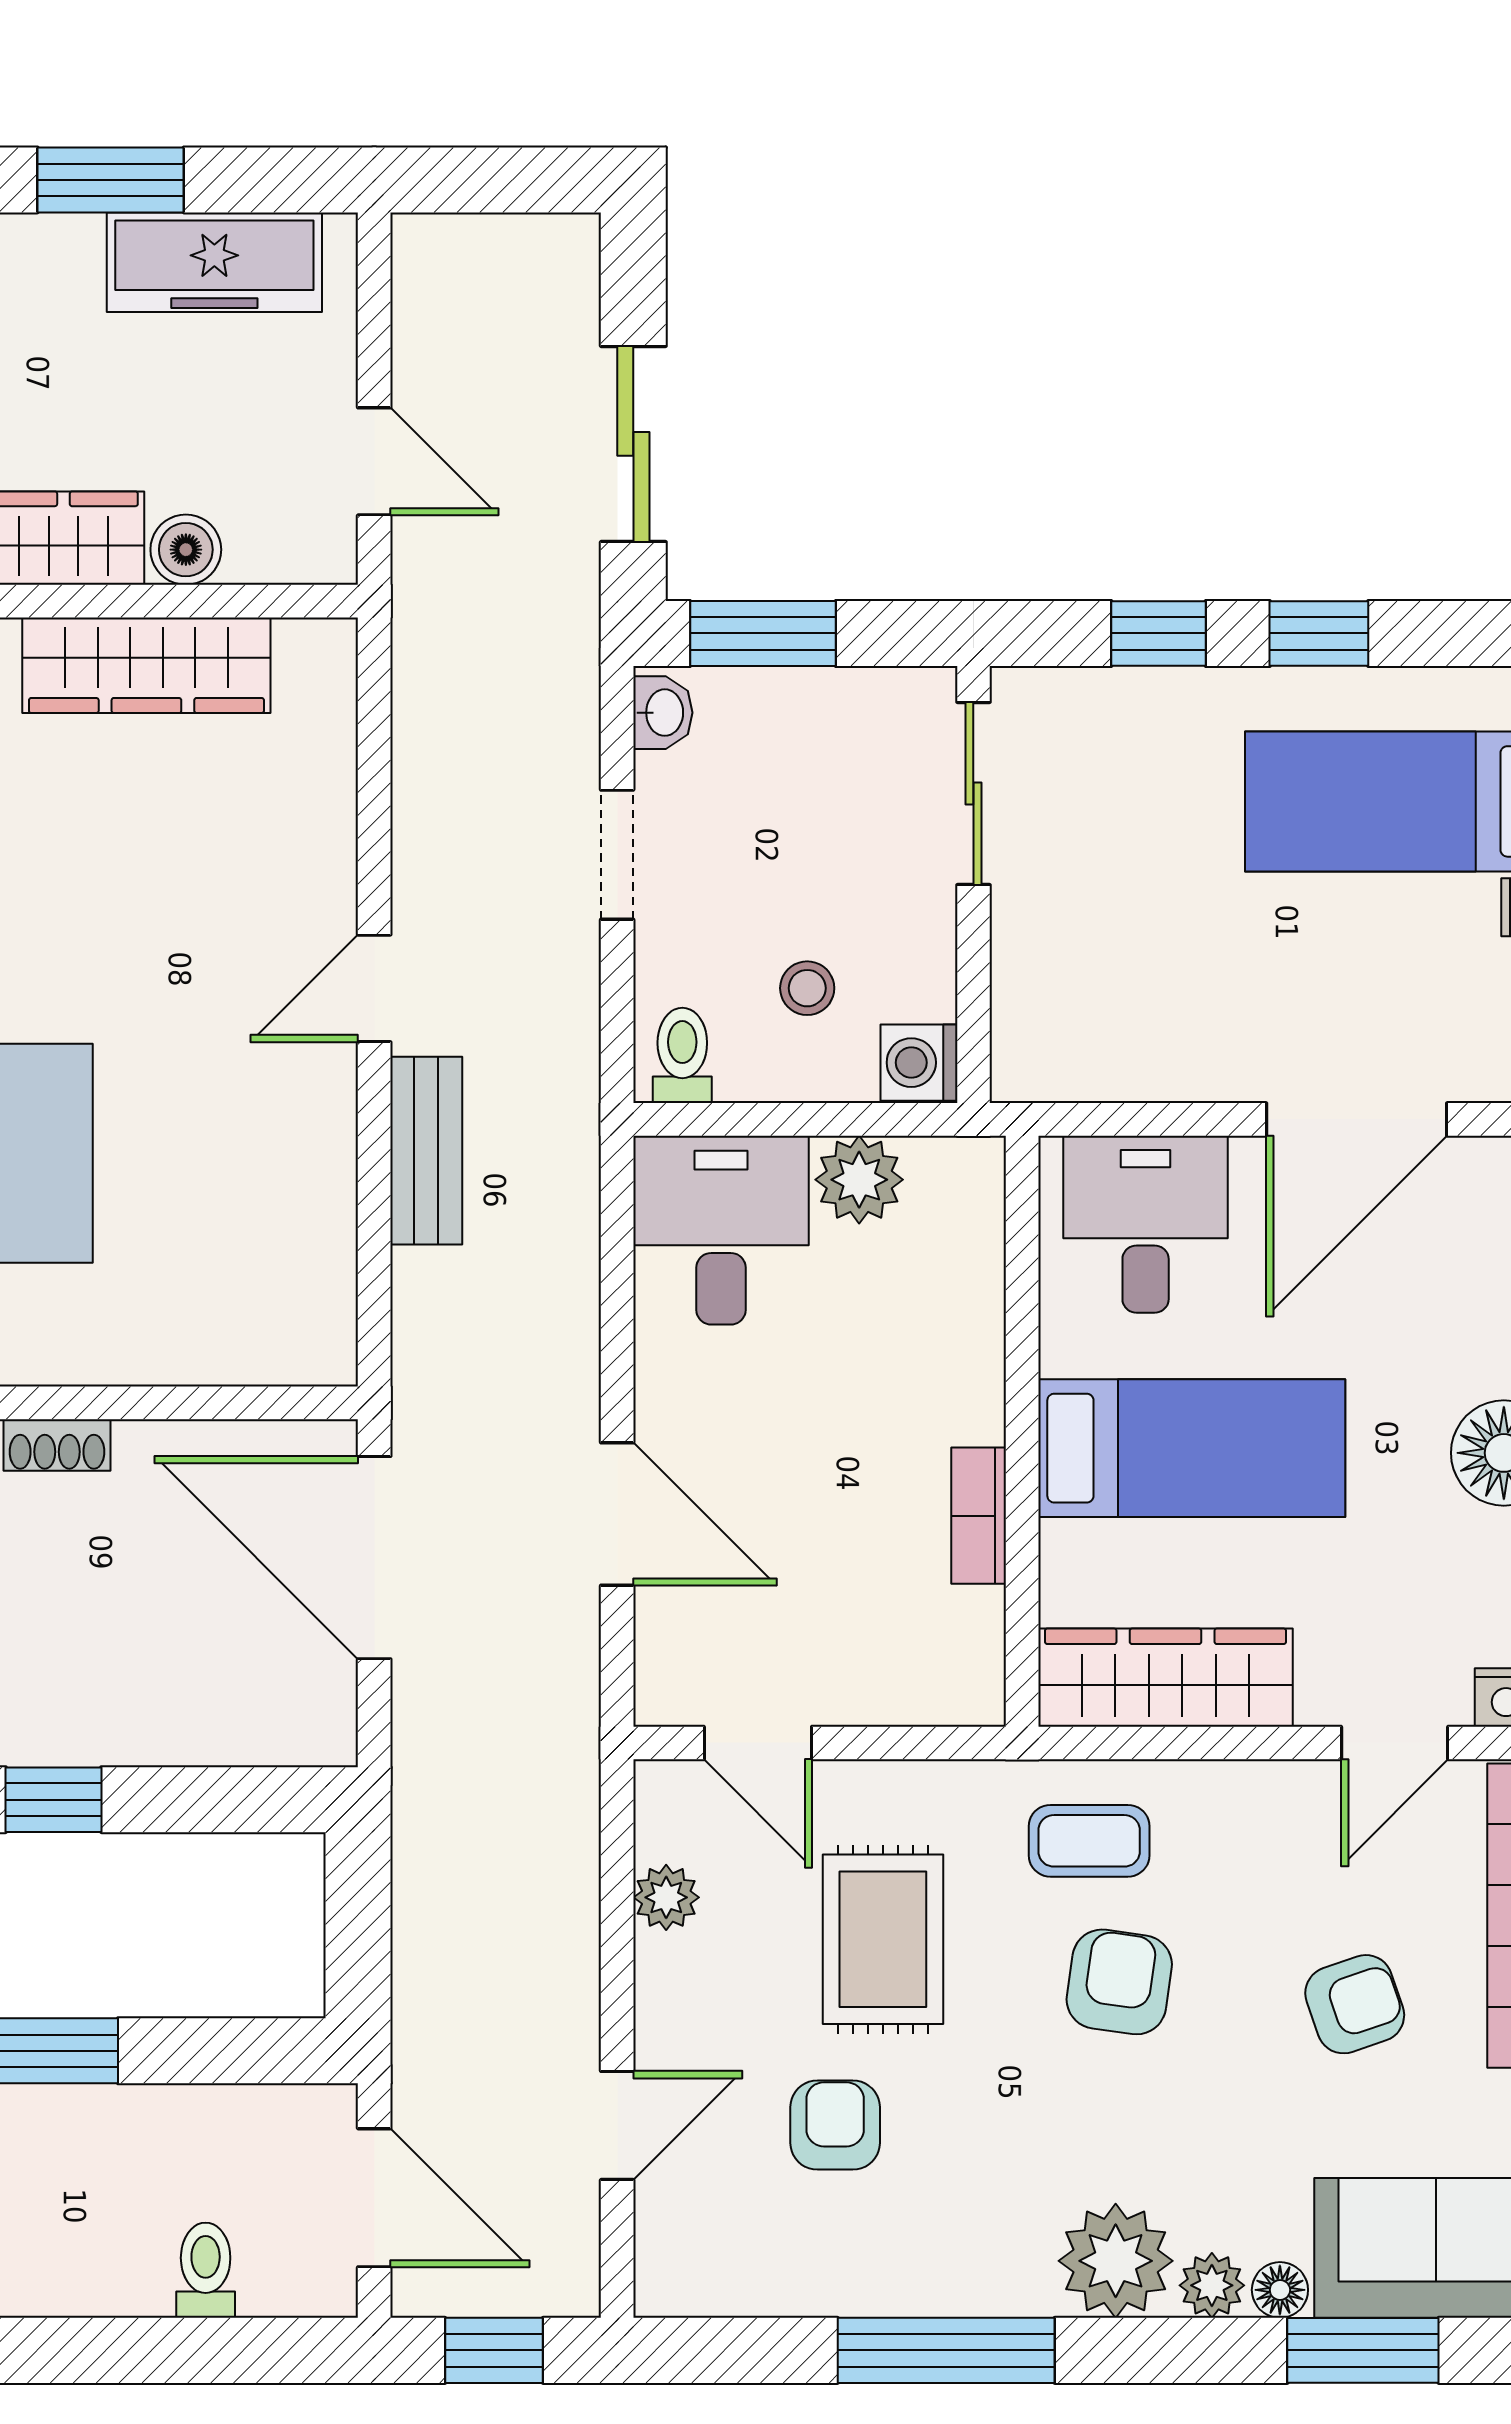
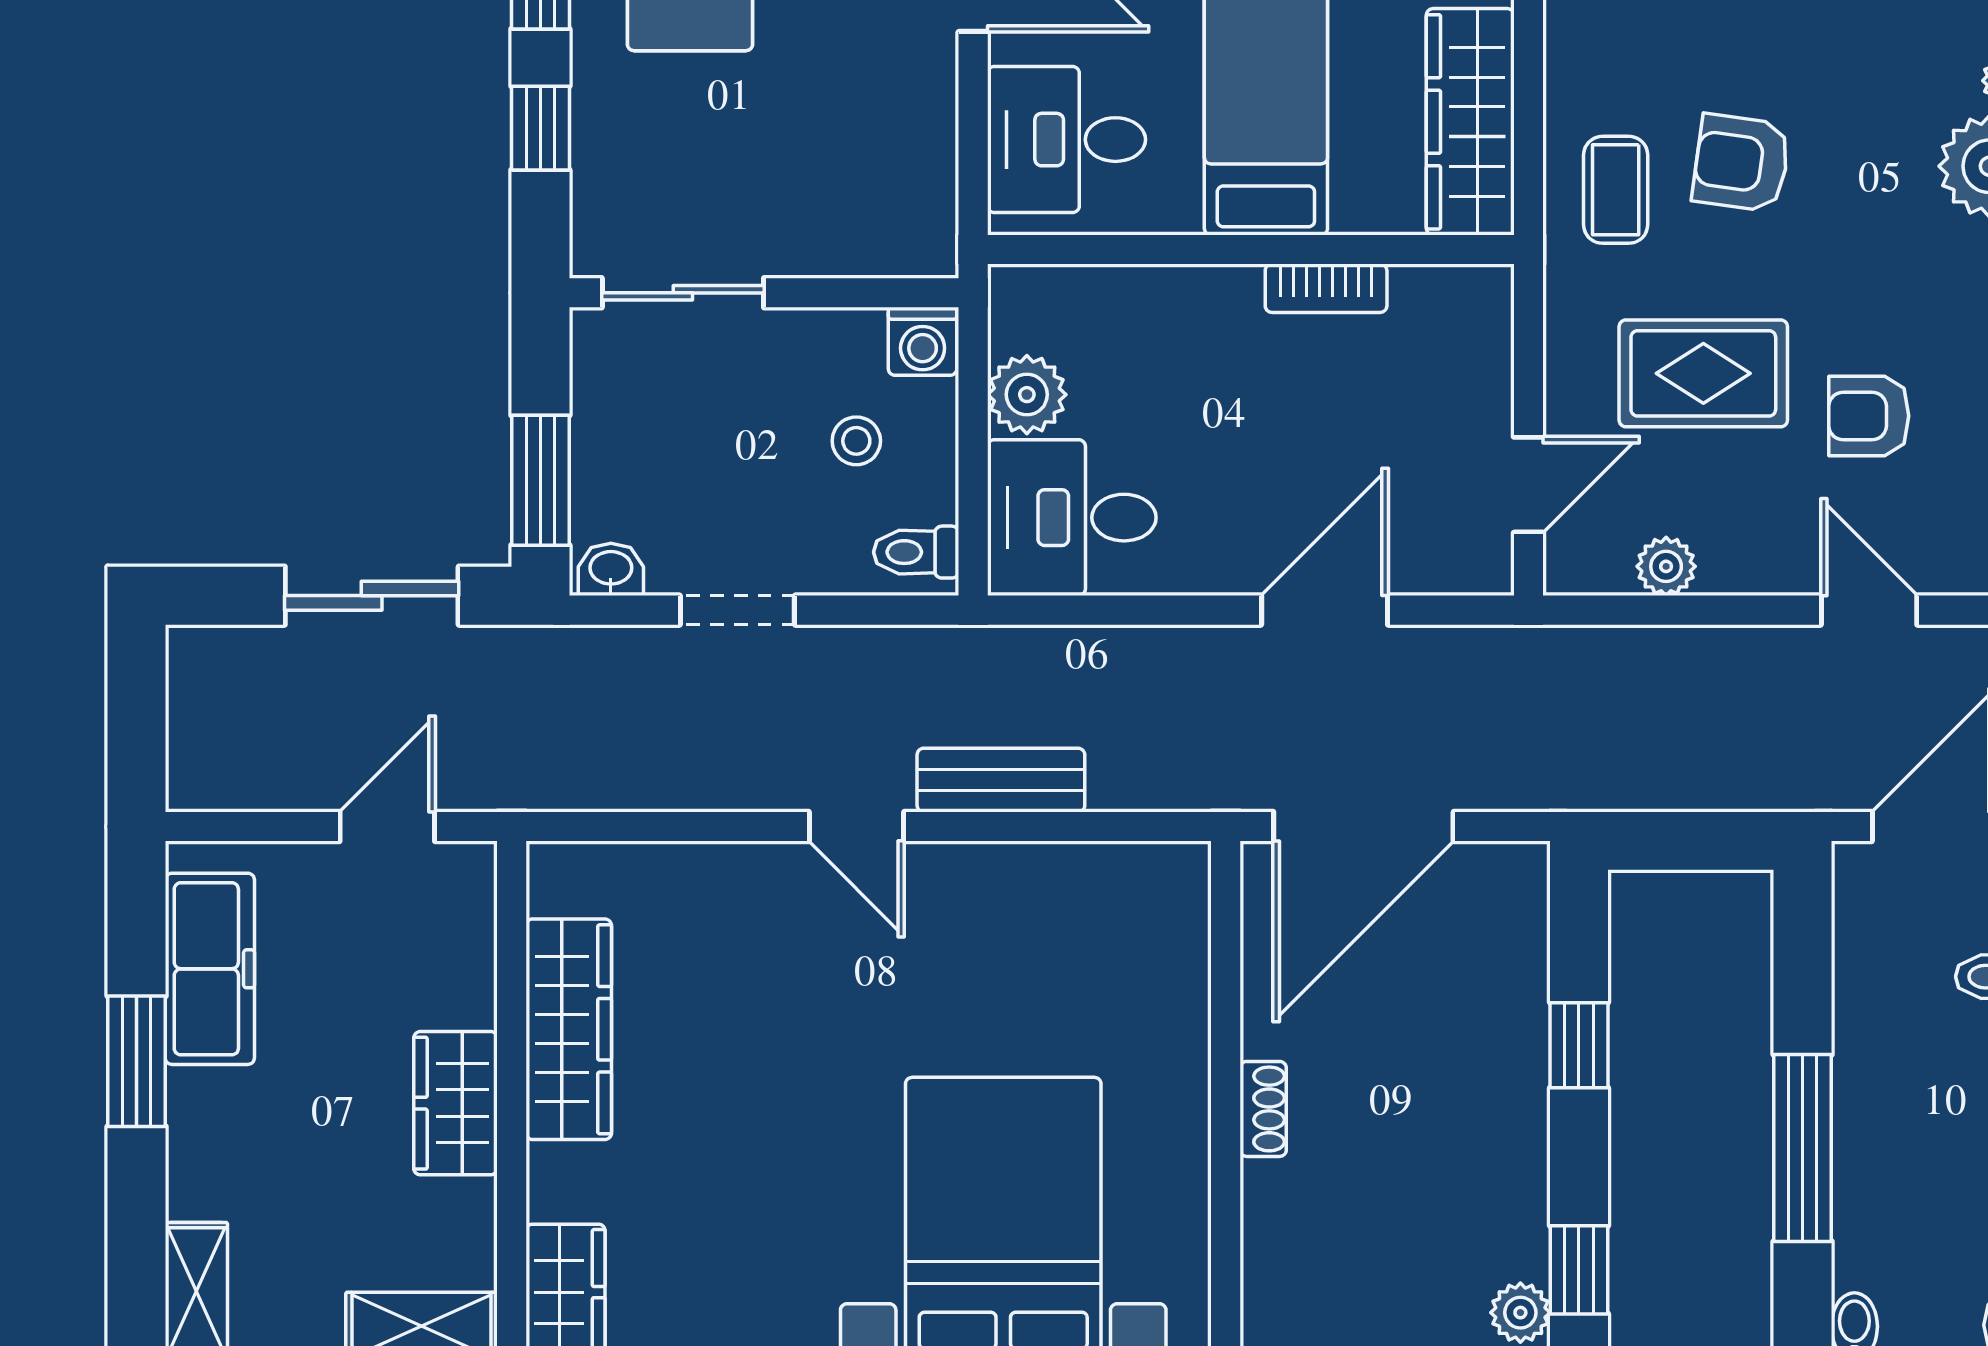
boiler: (186, 550) -> (466, 994), removed
window: (53, 1800) -> (1579, 1045), moved

